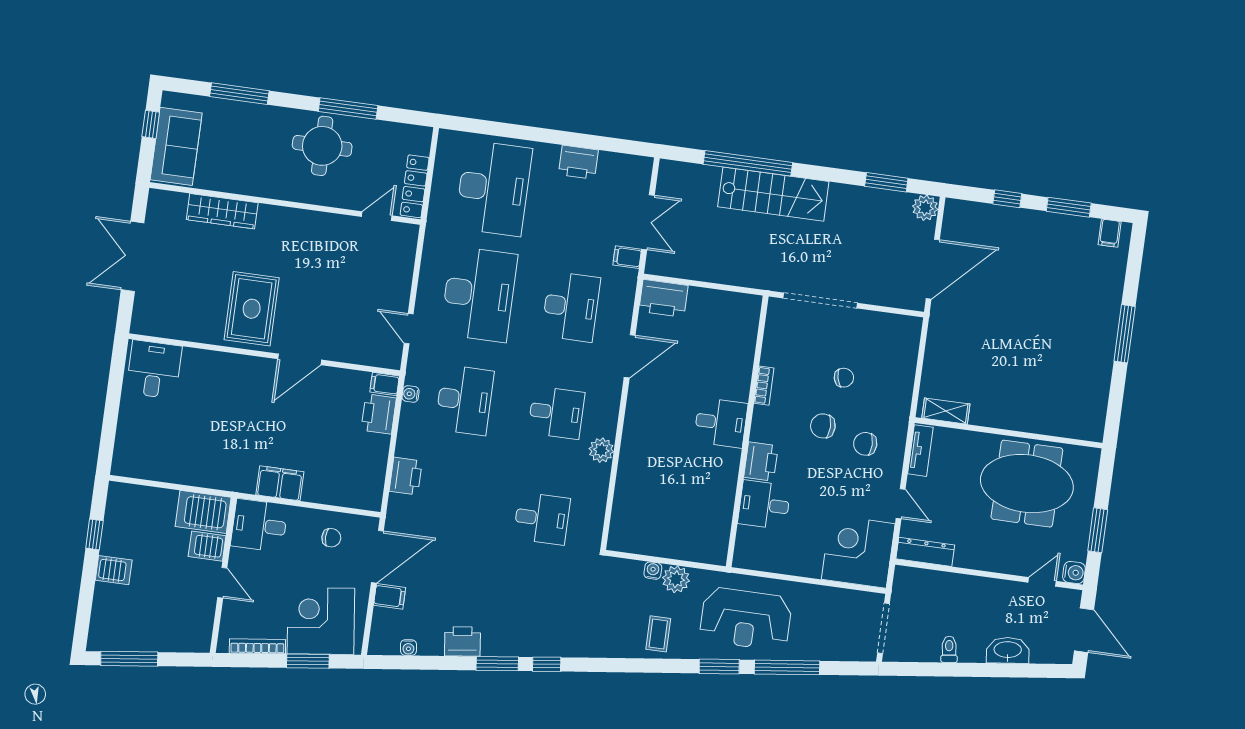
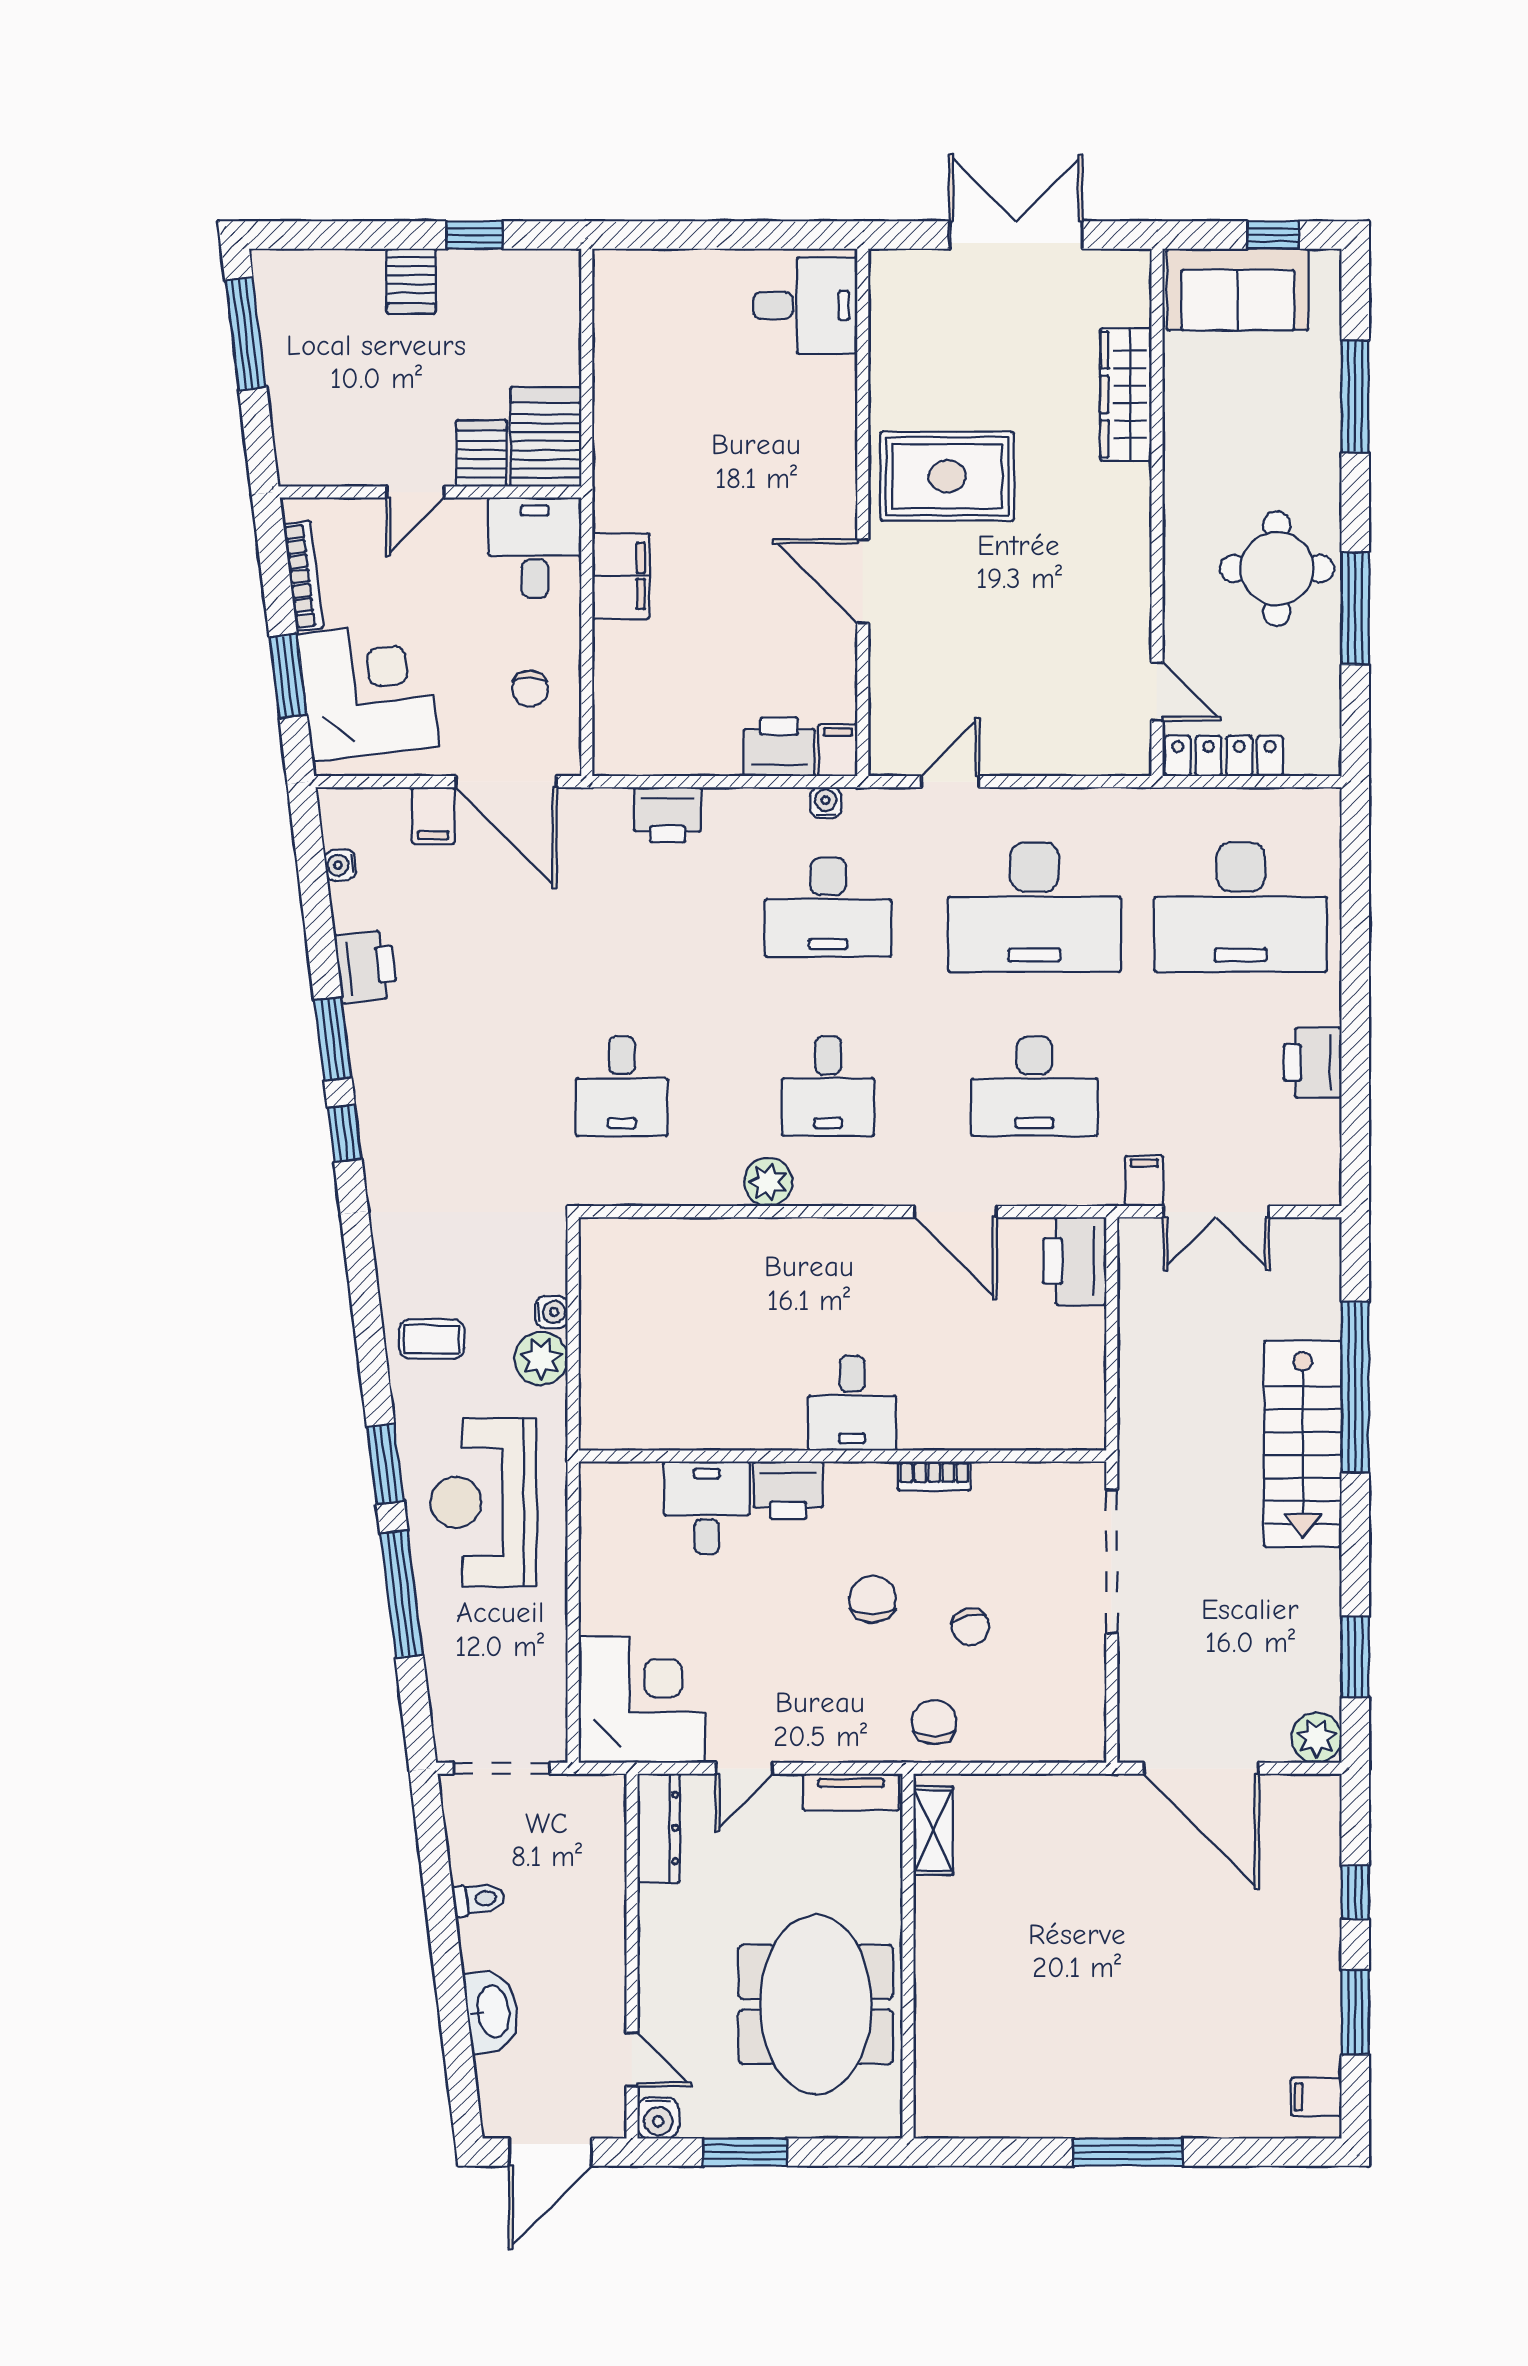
chair: (865, 444) -> (934, 1722), moved

